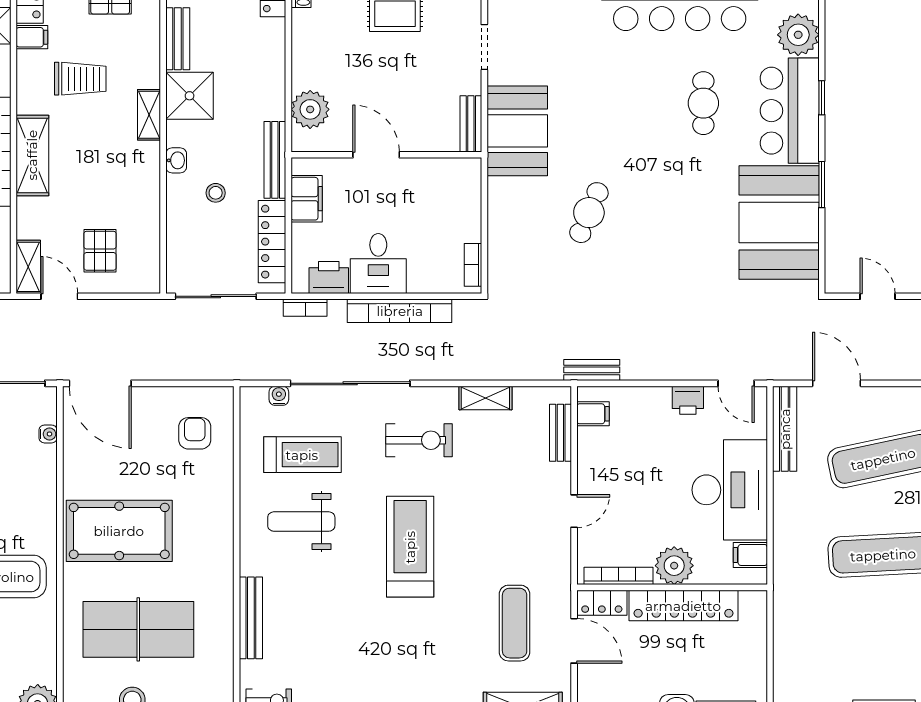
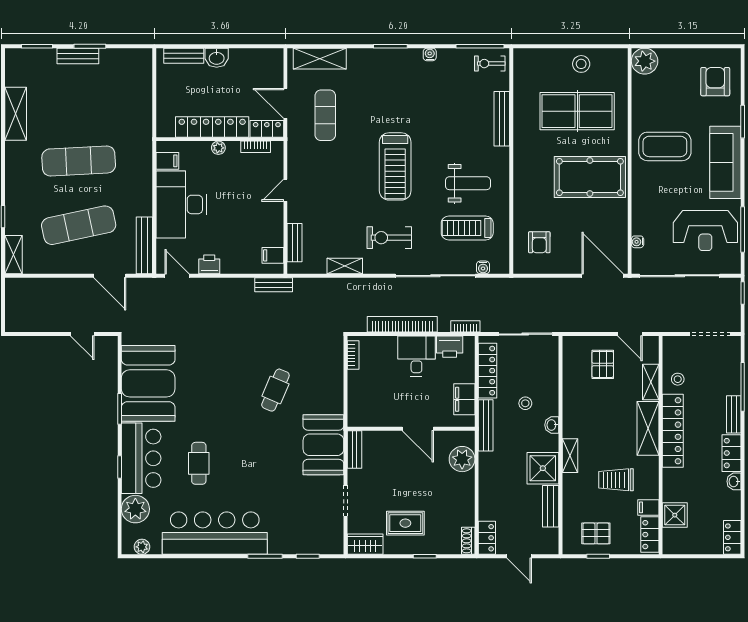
shelving: (28, 267) -> (651, 382), moved
plant: (674, 566) -> (218, 148), width x0.53, depth x0.53
bookcase: (619, 576) -> (256, 147), width x0.64

